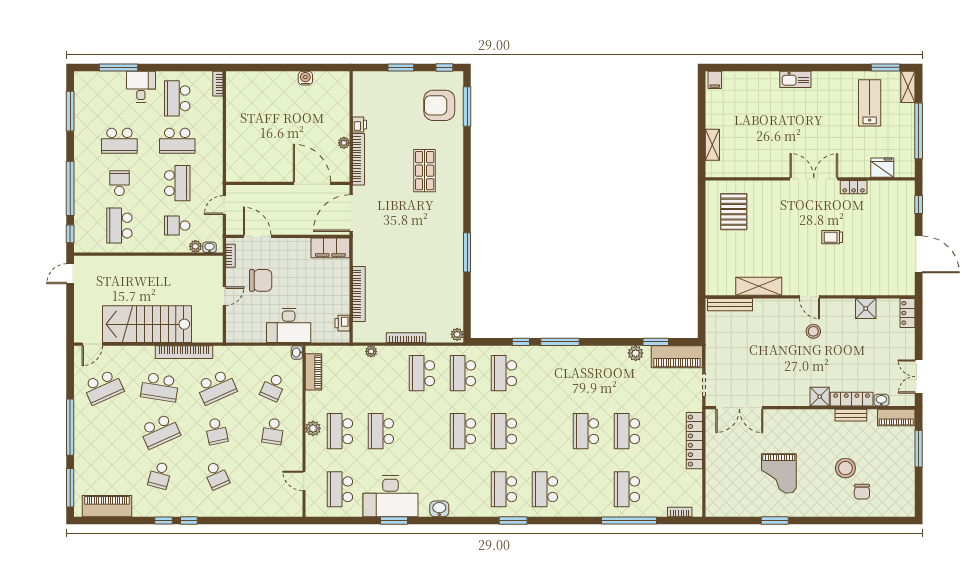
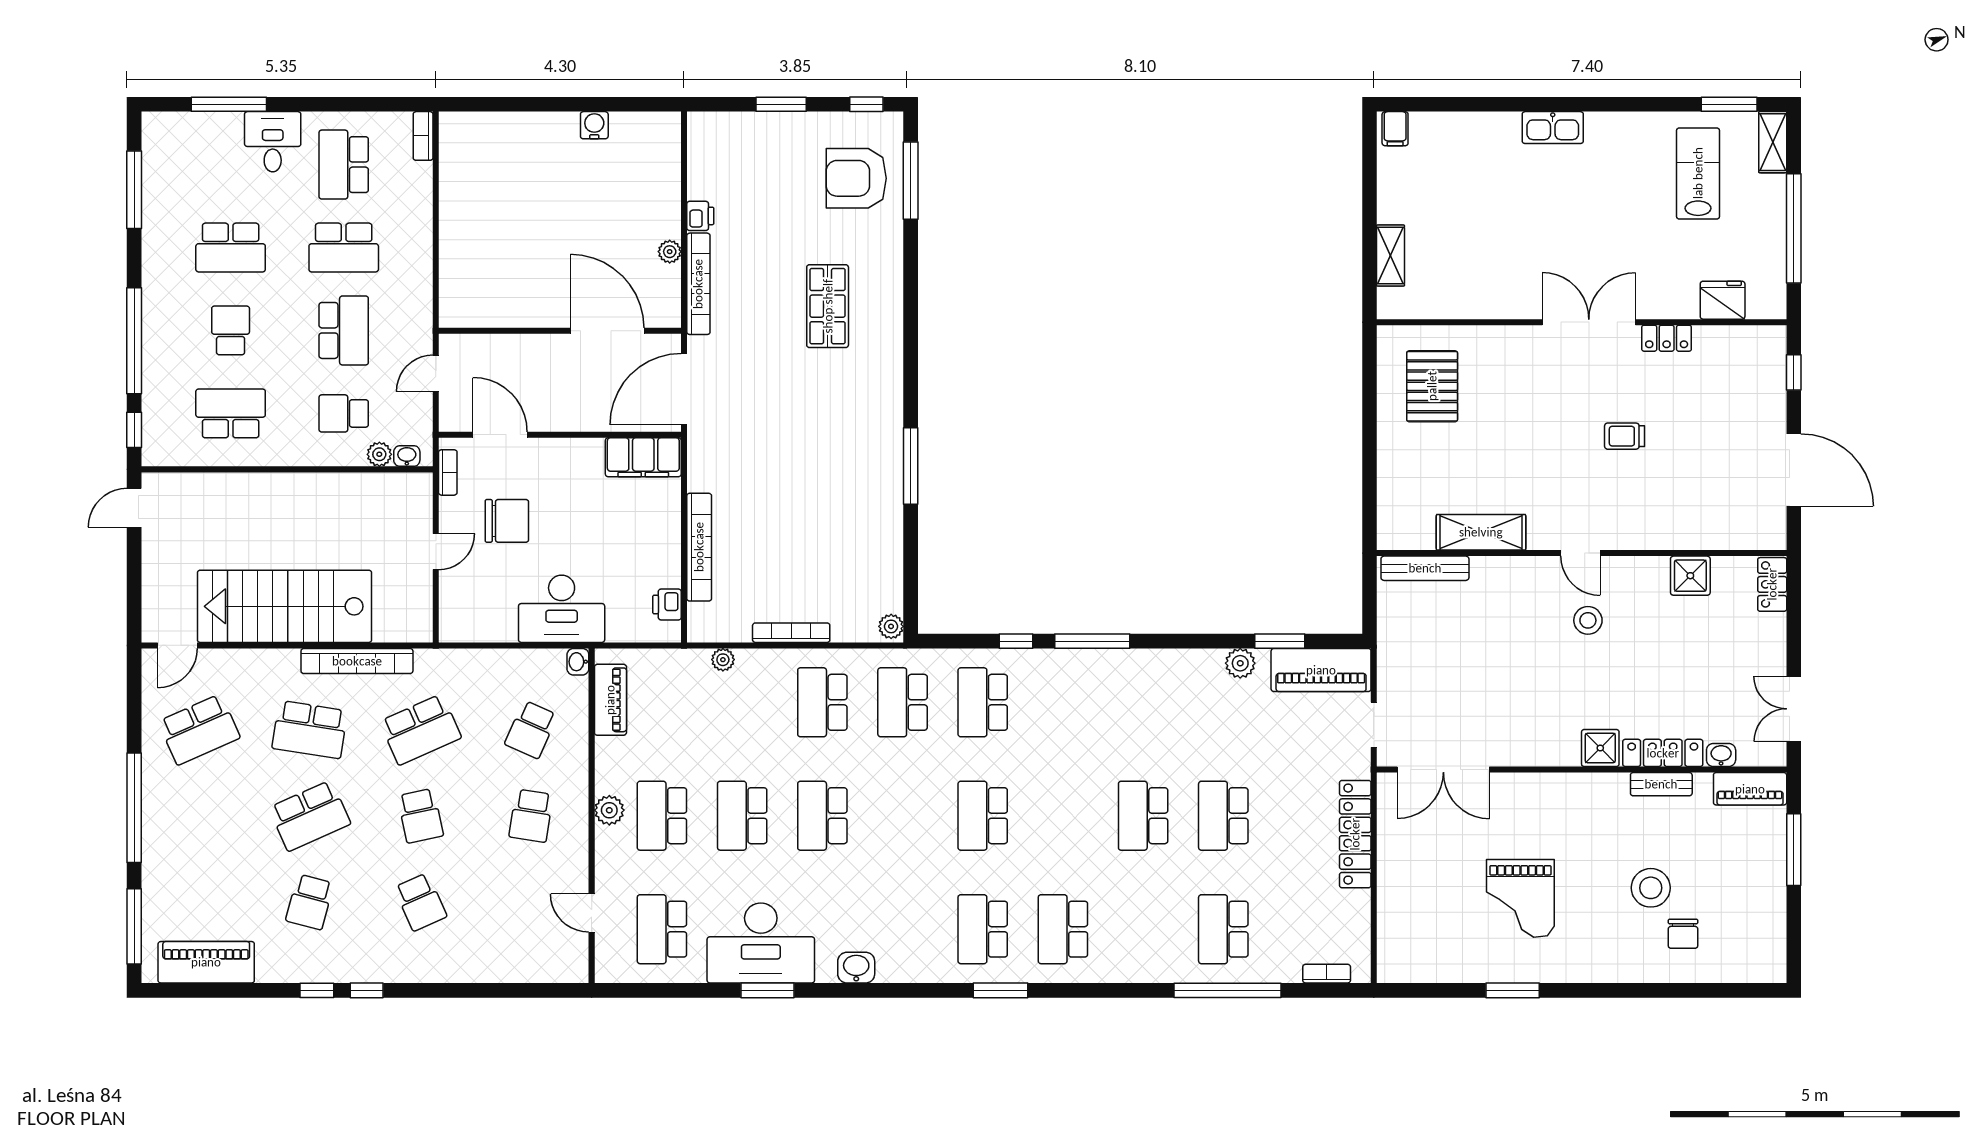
school desk: (119, 226) -> (231, 413), turned 90
school desk: (463, 431) -> (822, 816), moved

